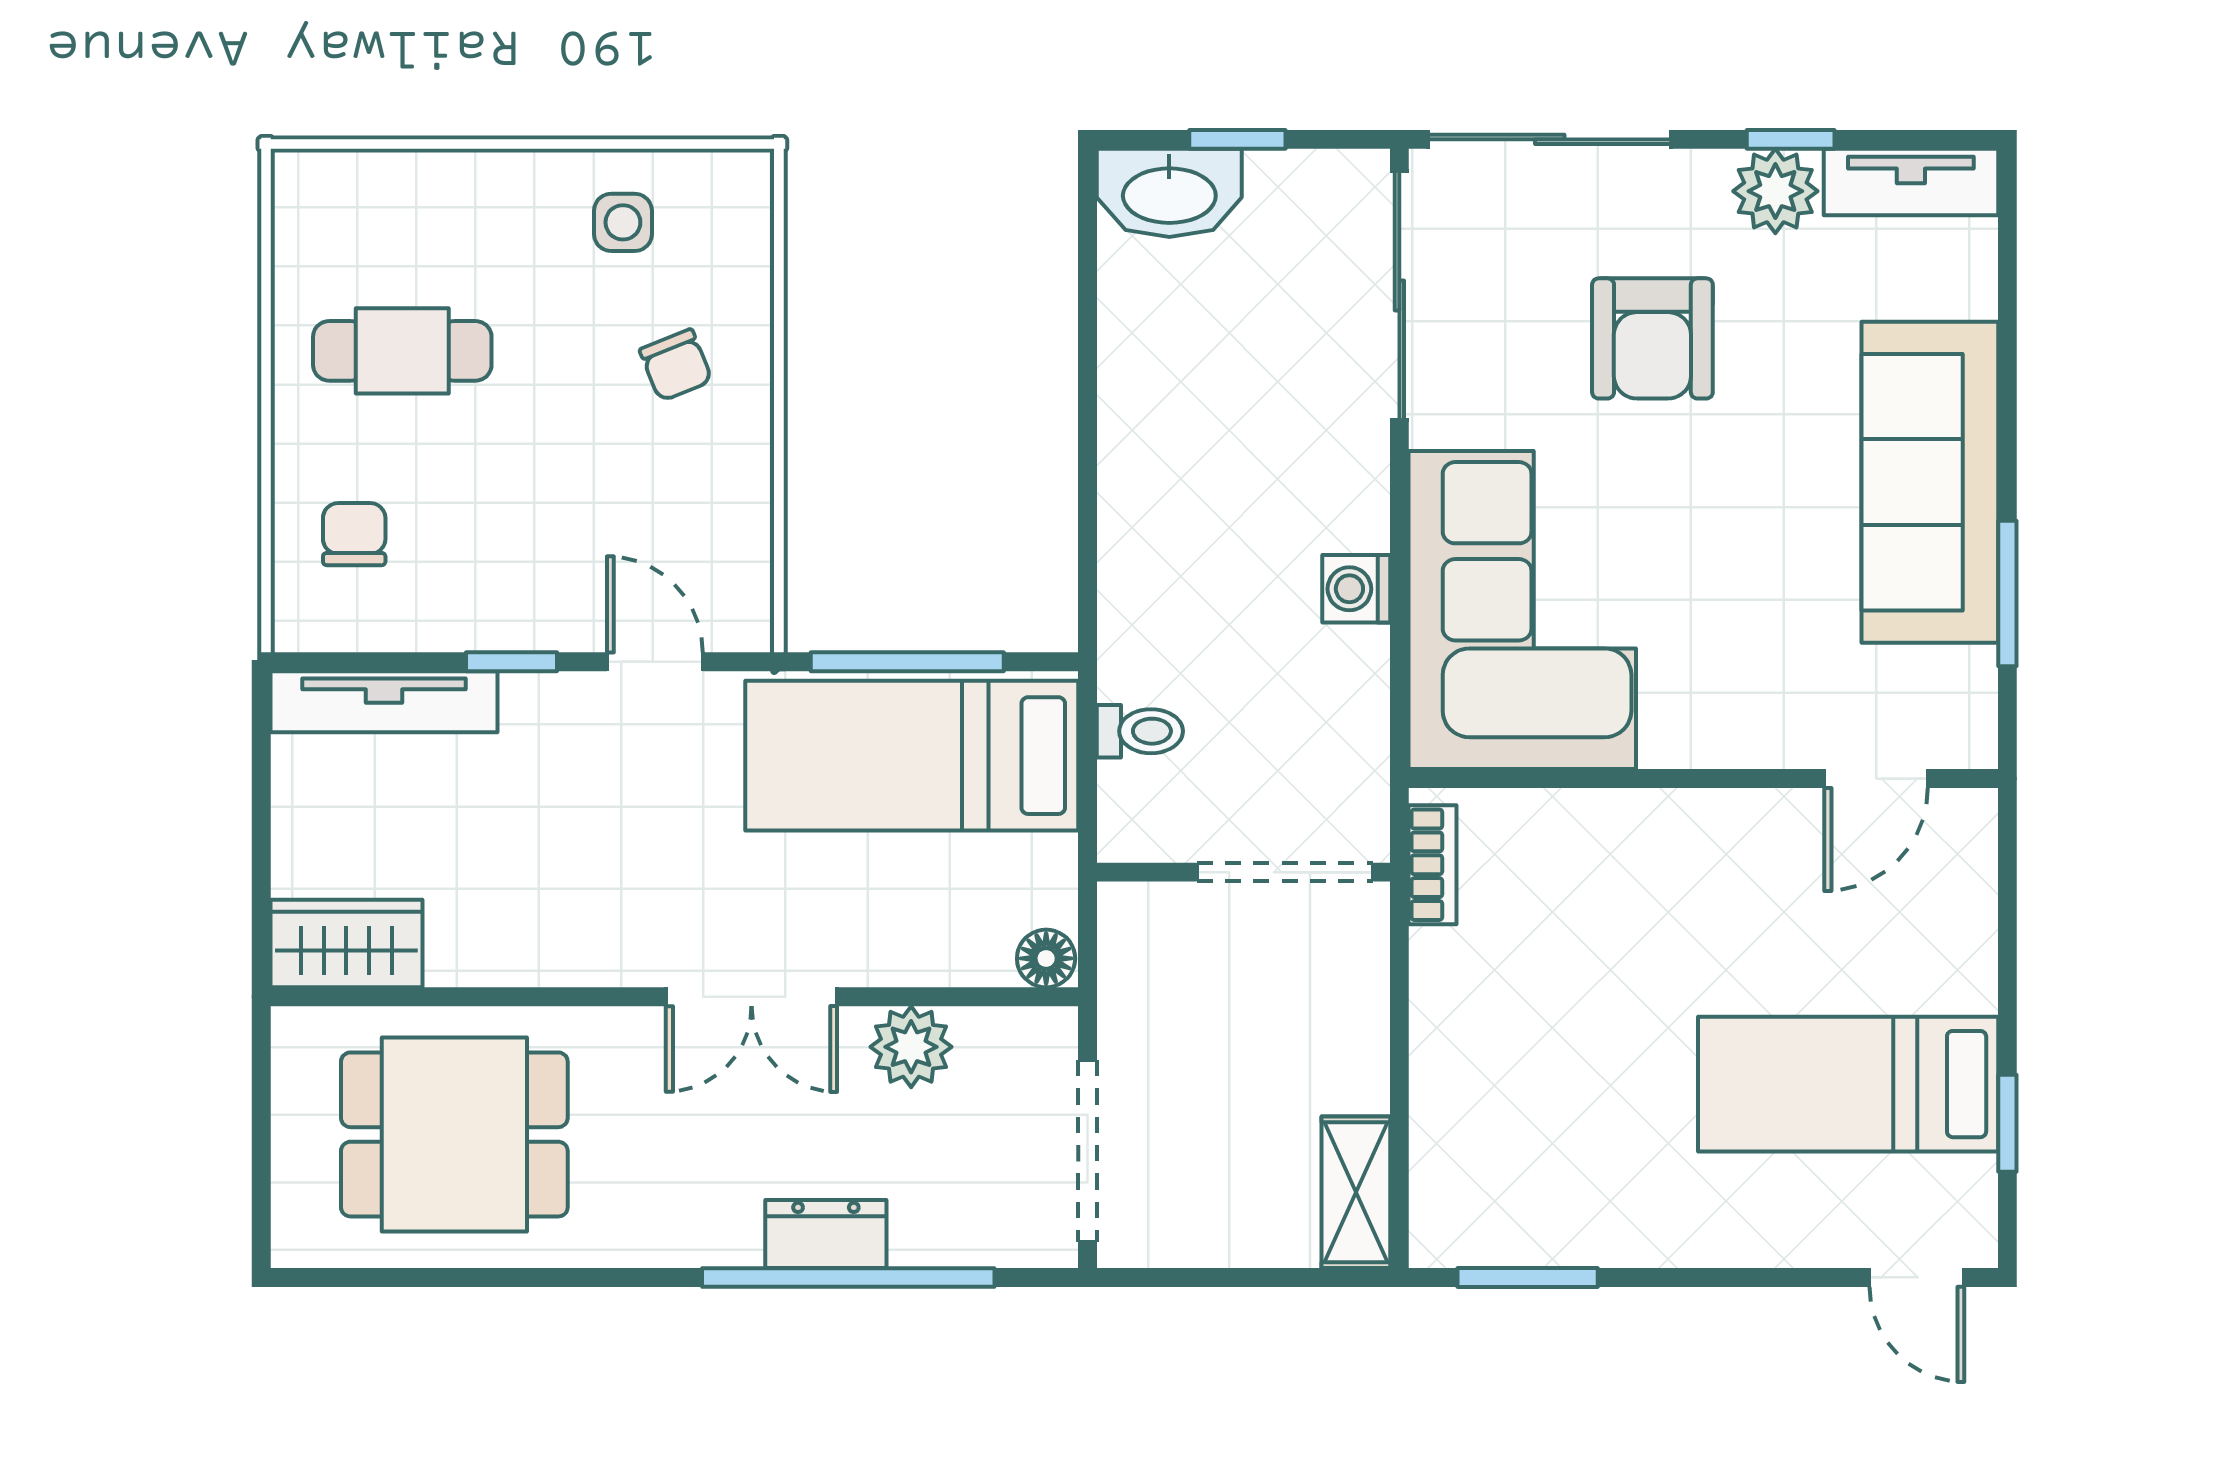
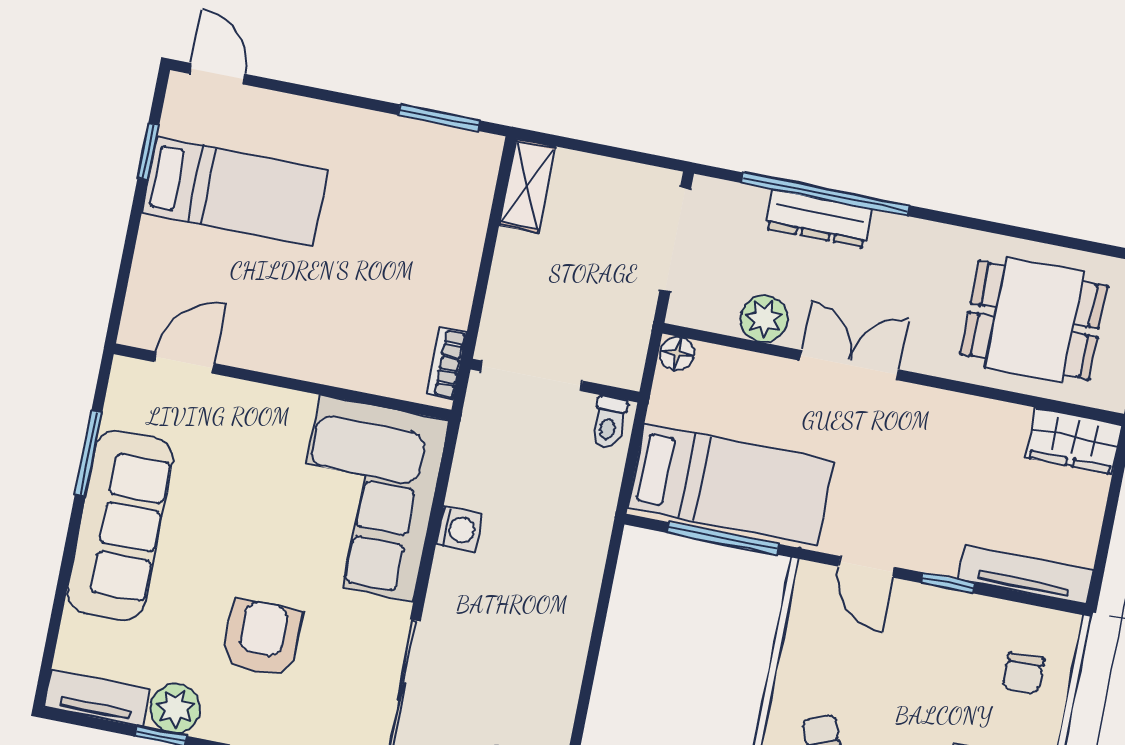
toilet: (1140, 731) -> (609, 422), moved, turned -90
dresser: (826, 1234) -> (819, 219), width x1.44

